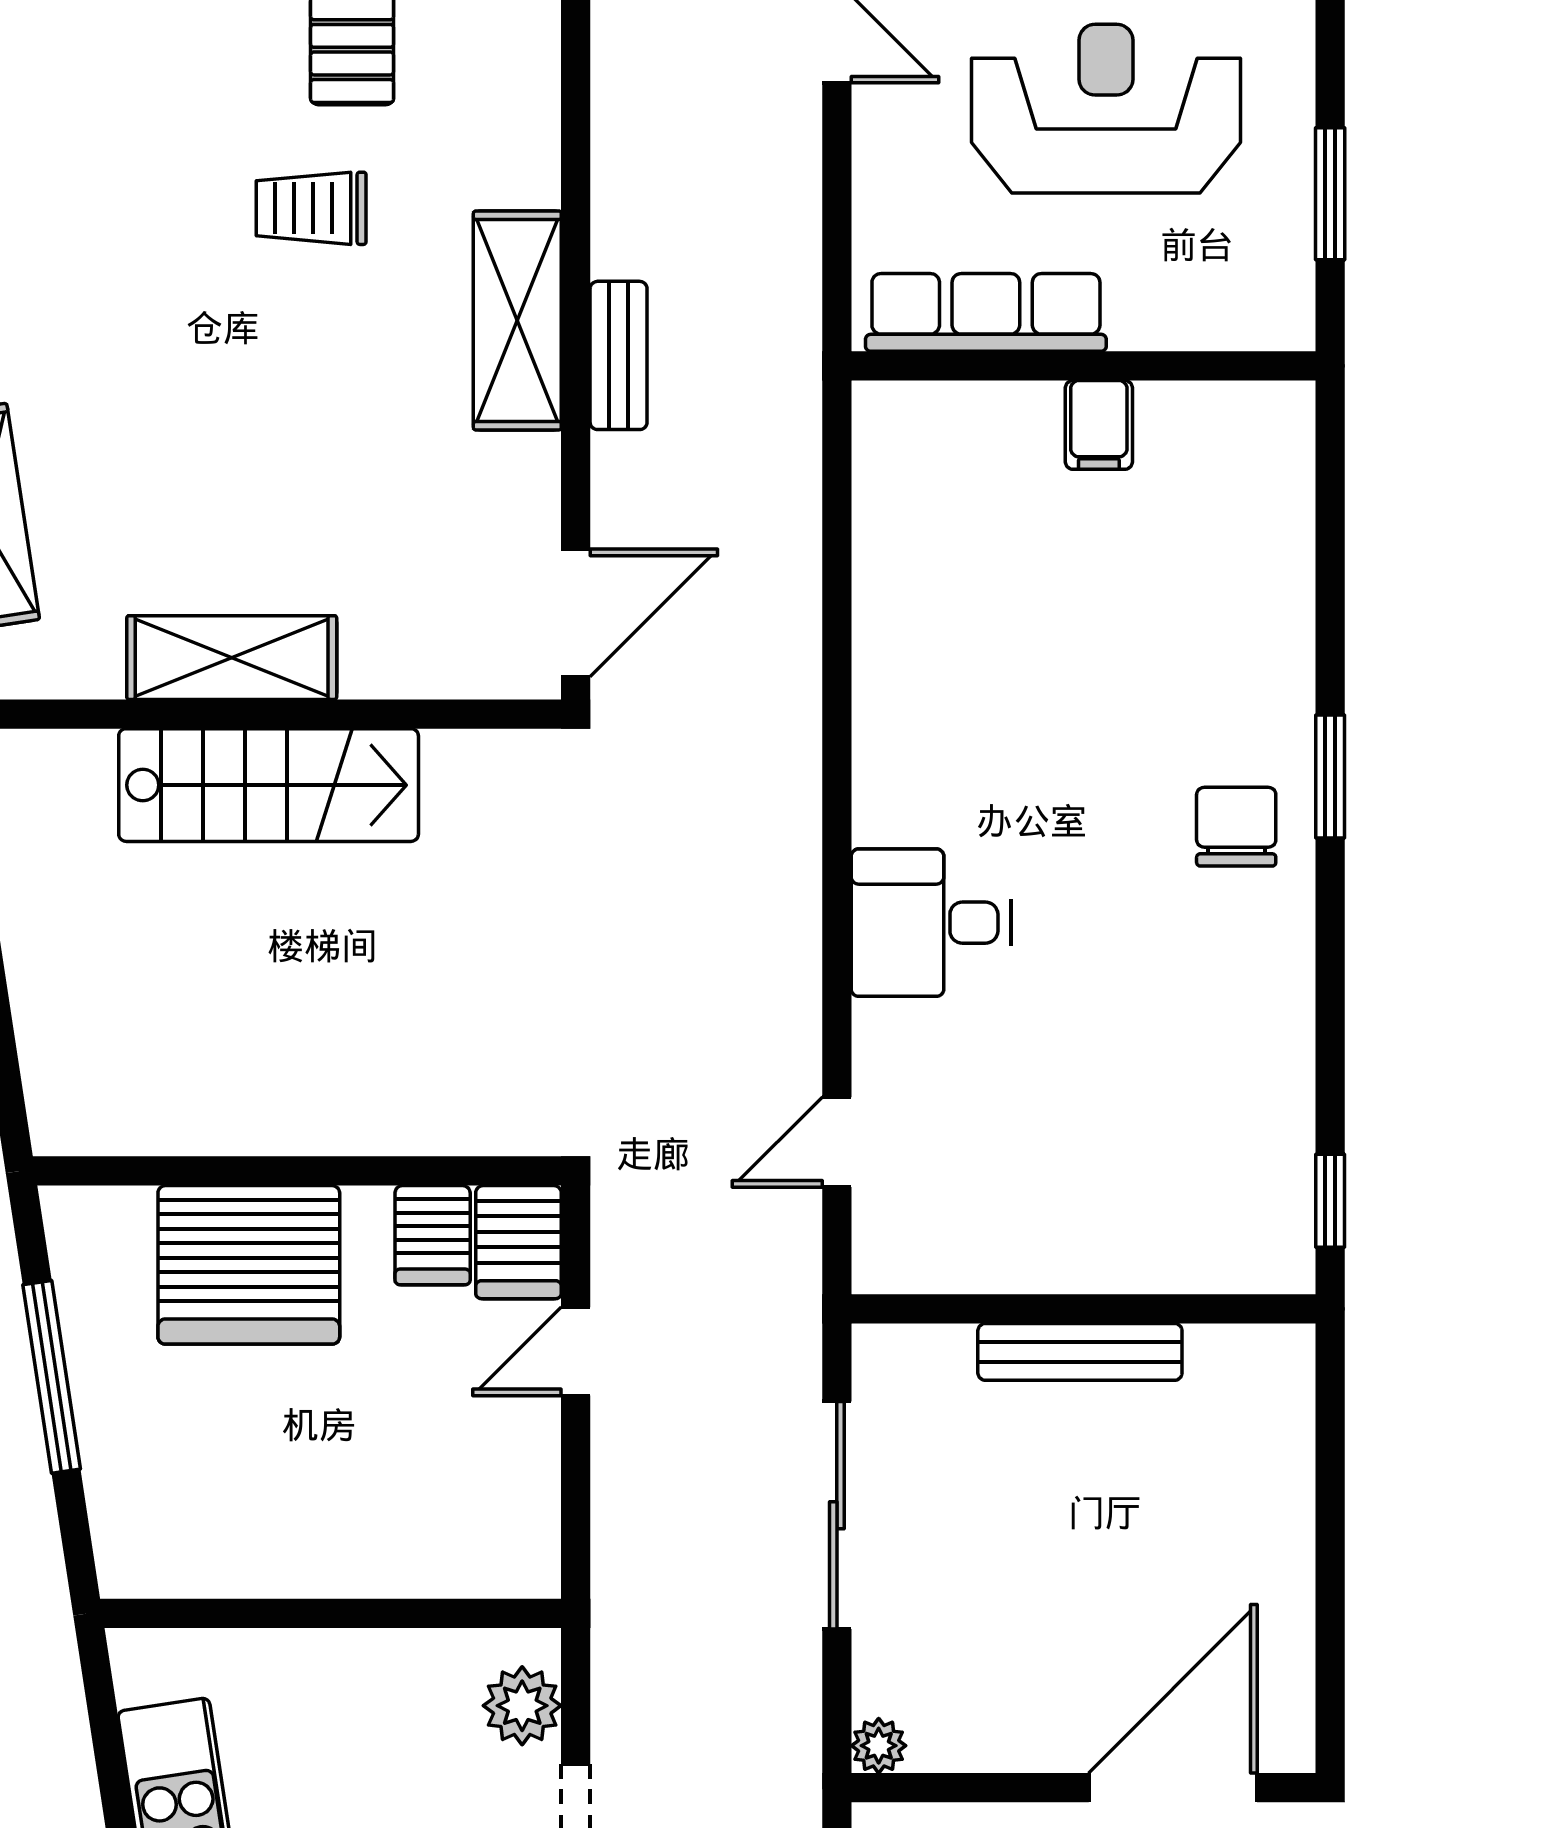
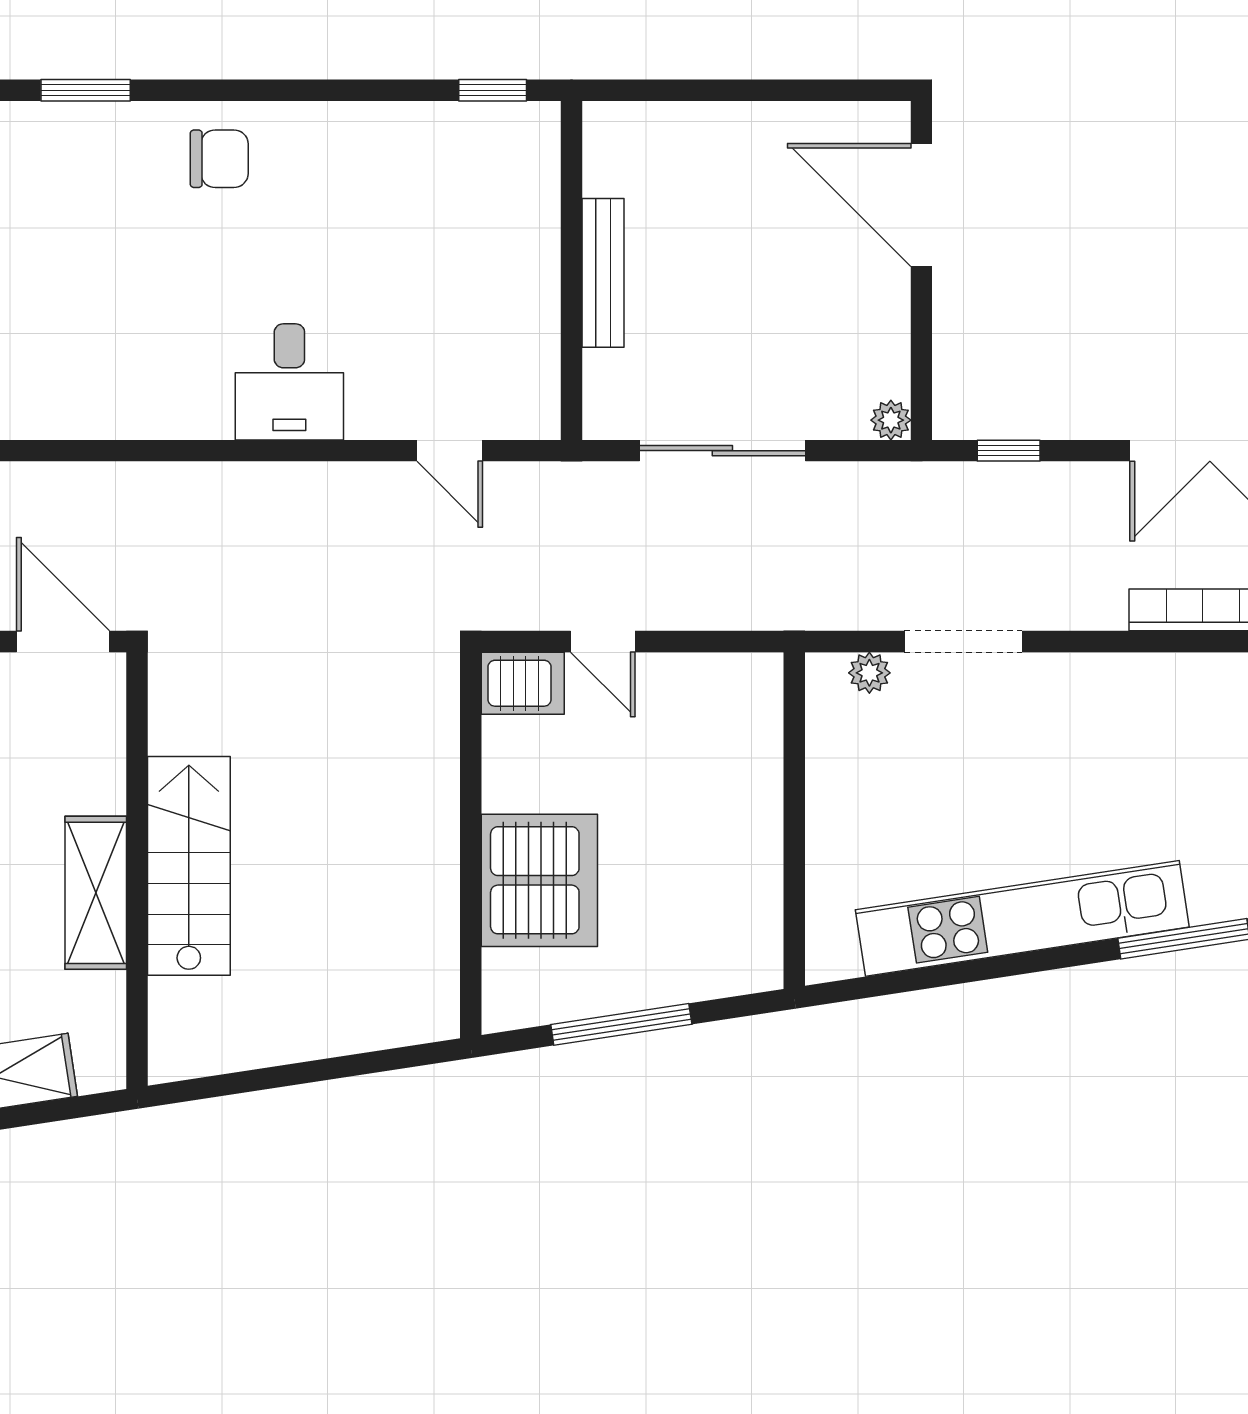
window: (1330, 776) -> (86, 90), moved
chair: (1236, 827) -> (219, 159), turned 180
server rack: (433, 1235) -> (518, 746), removed
plant: (522, 1706) -> (869, 673), width x0.73, depth x0.73

